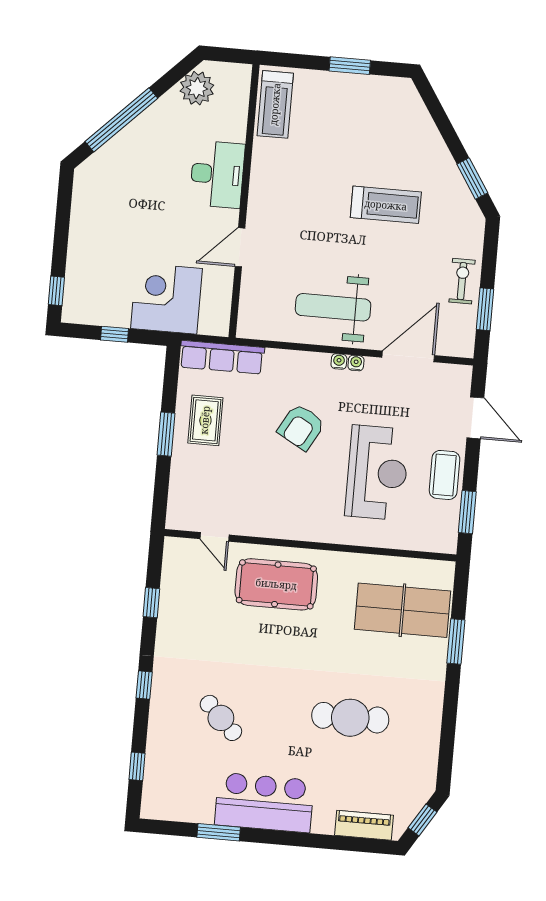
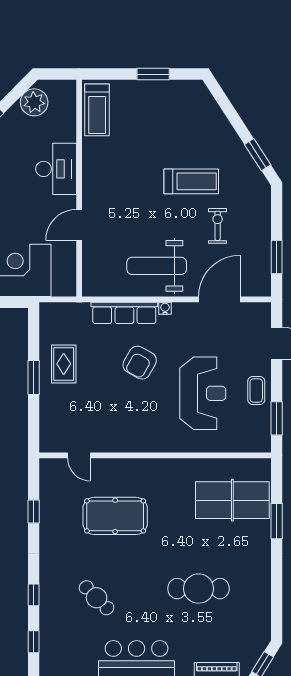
exercise bike: (462, 281) -> (218, 226), moved
row of seats: (222, 357) -> (124, 313), moved
water cooler: (356, 363) -> (179, 308), removed
coffee table: (445, 475) -> (256, 391), width x0.73, depth x0.77
pool table: (276, 584) -> (115, 516), moved
window: (144, 685) -> (34, 595), moved

